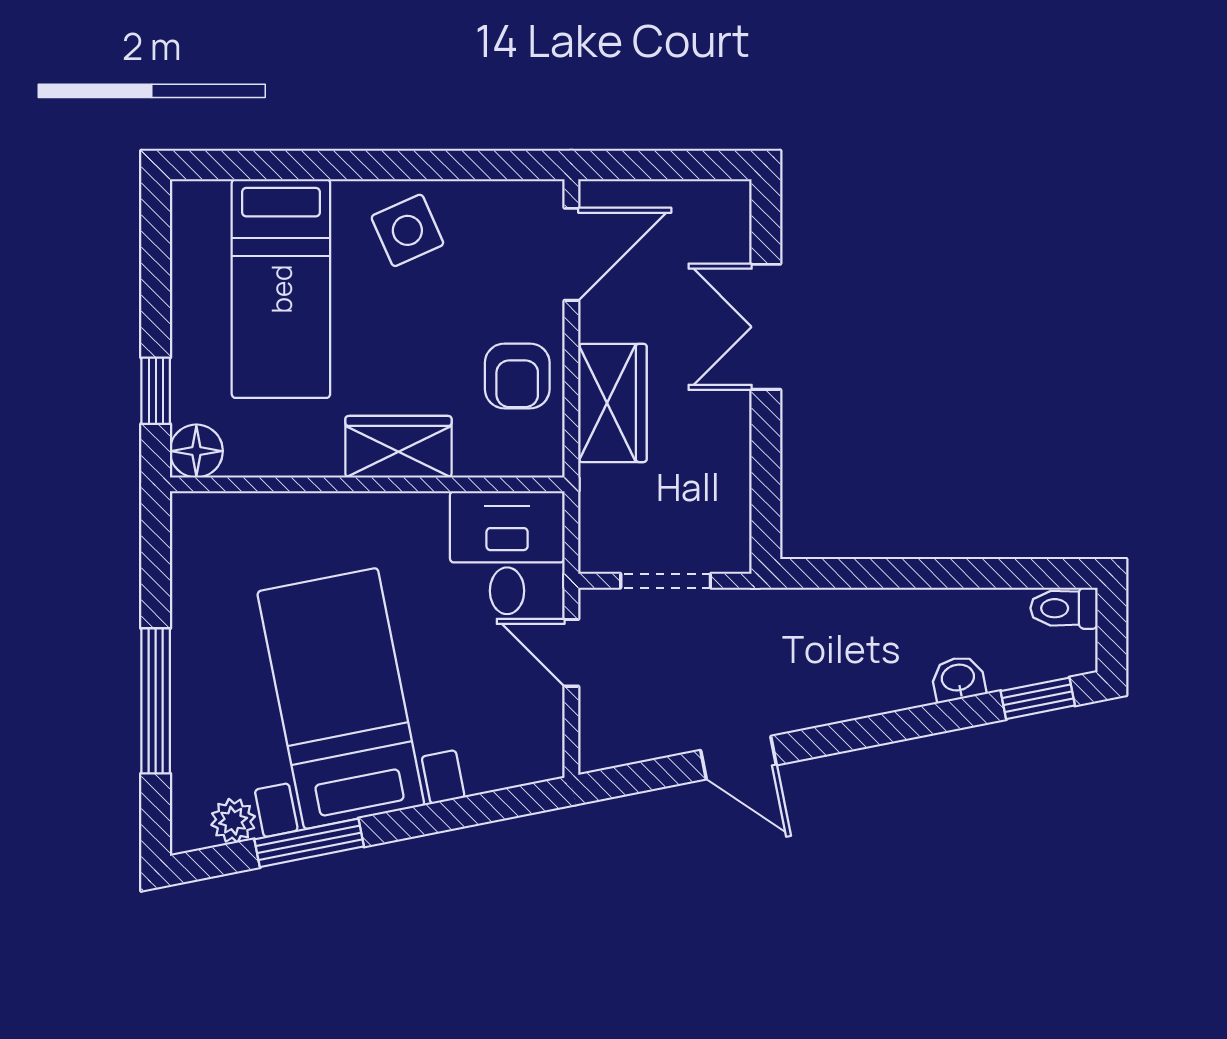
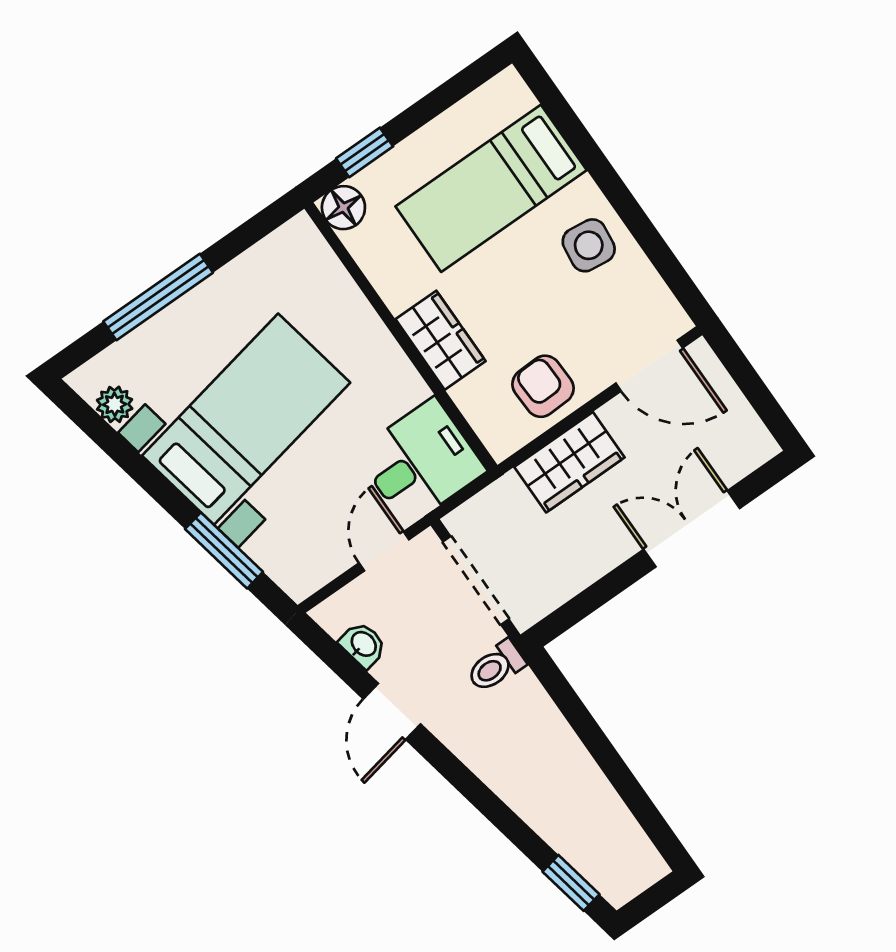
side table: (407, 230) -> (589, 245), turned 31
armchair: (517, 376) -> (543, 386), turned 88
doorway: (666, 581) -> (476, 580), width x1.38
toilet: (1064, 608) -> (496, 666), moved, turned -90
washbasin: (958, 679) -> (363, 645), moved
window: (309, 843) -> (224, 550), moved

